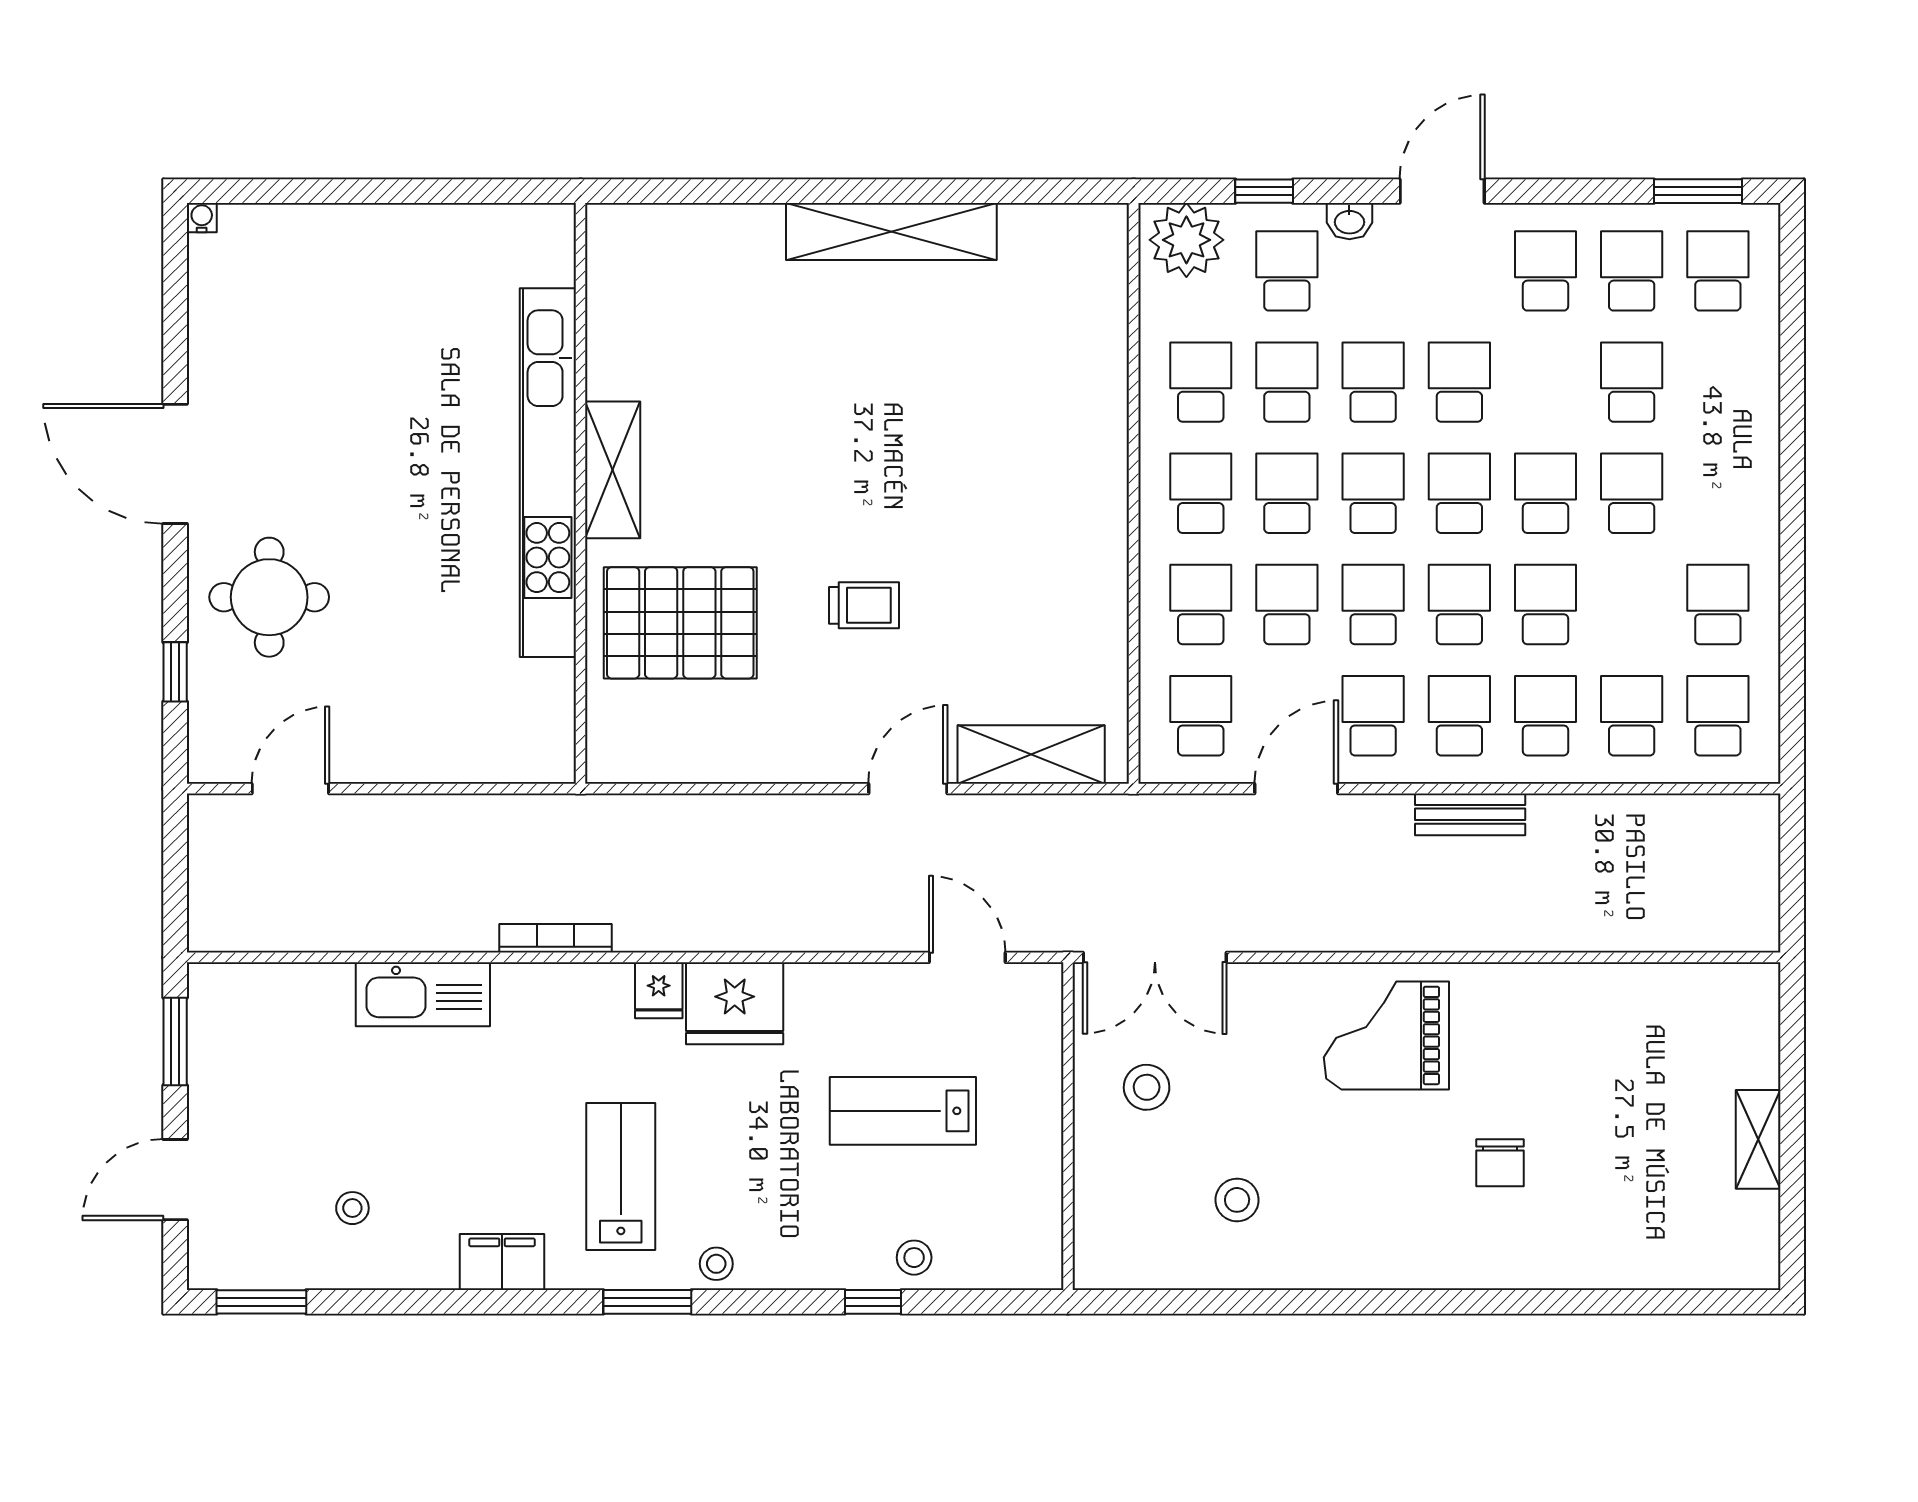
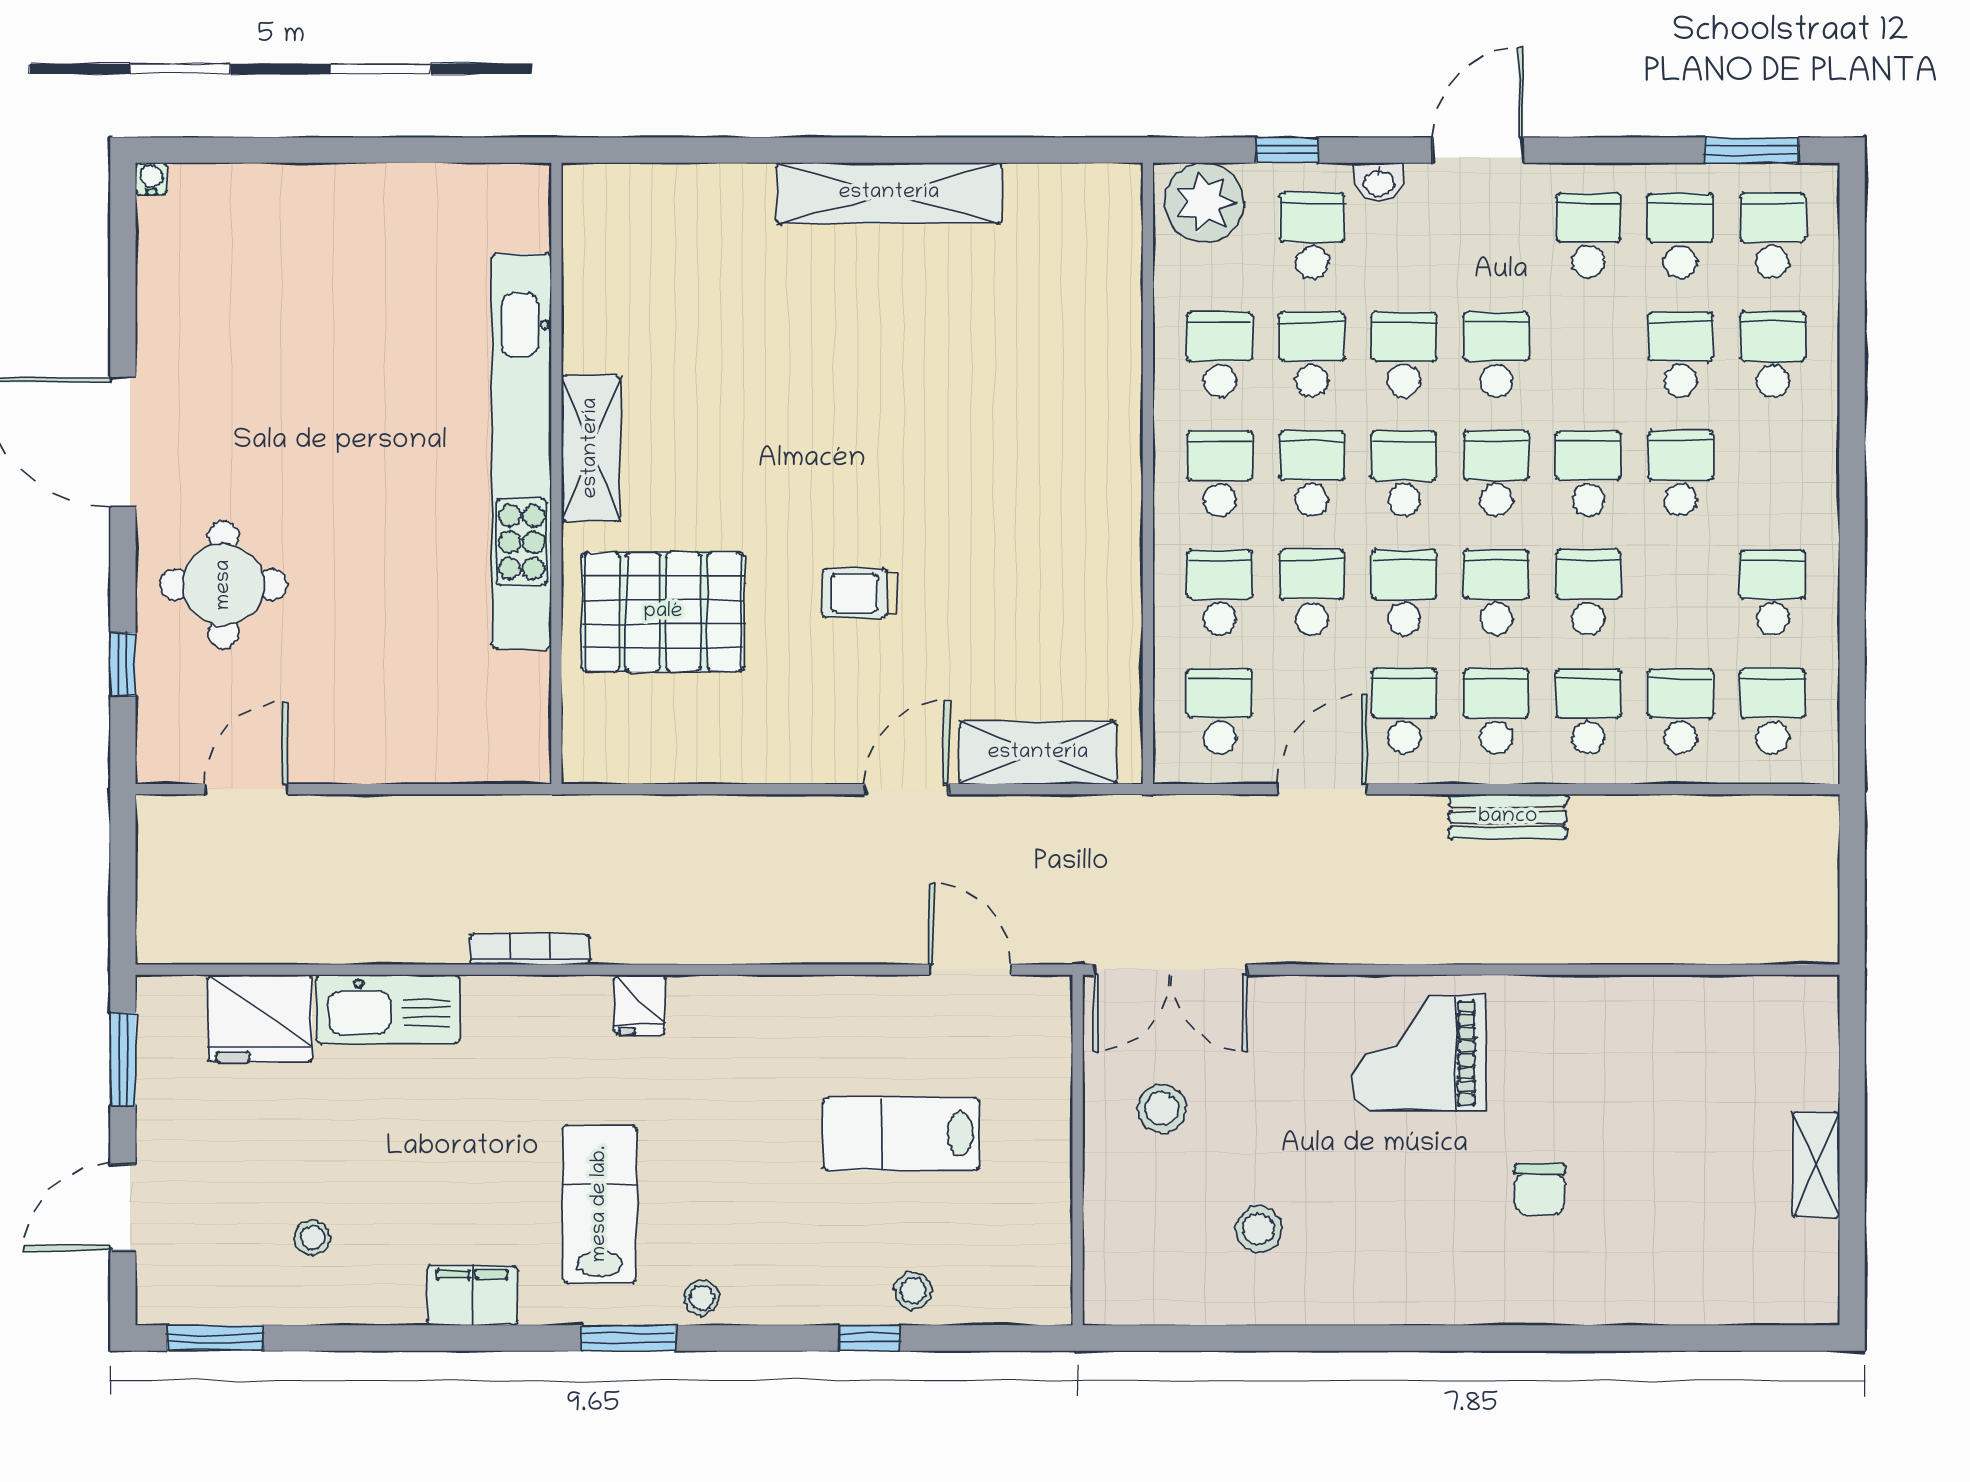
school desk: (1718, 382) -> (1773, 354), added
trolley: (864, 605) -> (860, 593), turned 180
fridge: (735, 1003) -> (260, 1019), moved

